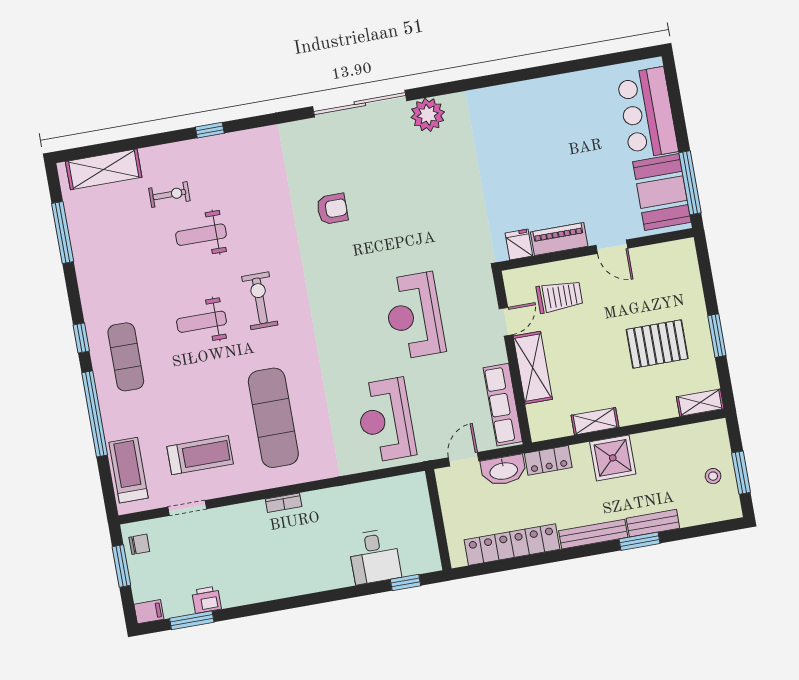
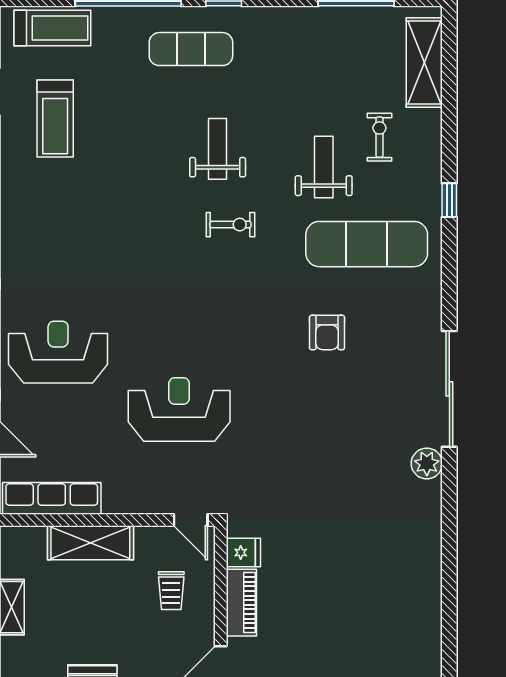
plant: (428, 115) -> (427, 464), width x0.73, depth x0.73
exercise bike: (169, 195) -> (379, 137), turned 180
trolley: (559, 297) -> (171, 591), width x0.73, depth x0.72
exercise bike: (260, 301) -> (231, 225), width x0.73, depth x0.72
door: (506, 322) -> (191, 520), moved
exercise mat: (273, 418) -> (367, 244), moved

